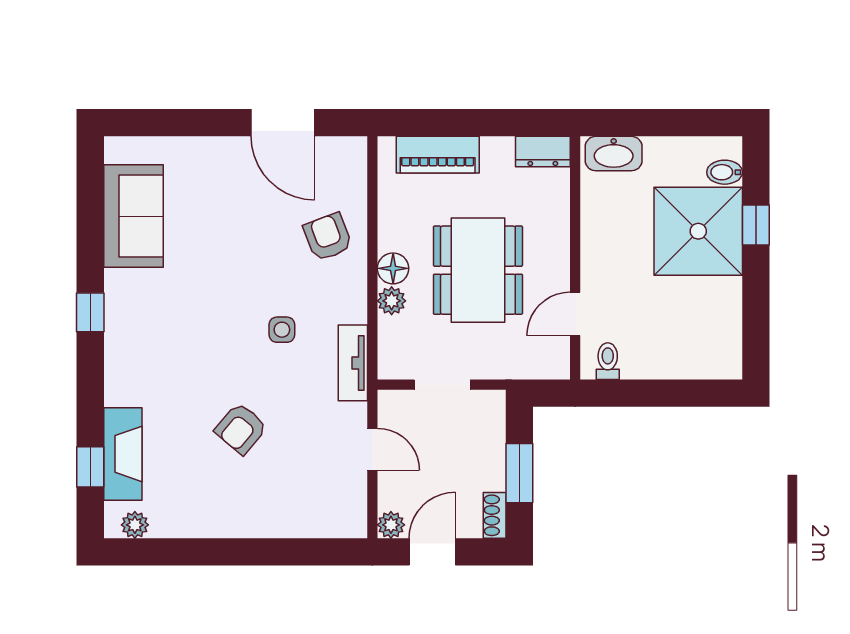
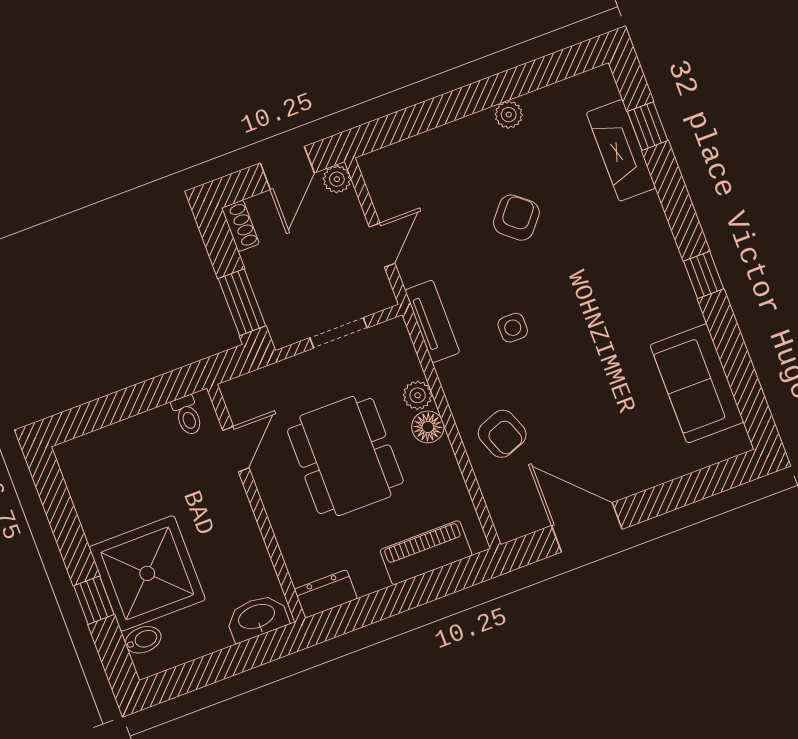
door: (372, 449) -> (382, 245), swing flipped
window: (519, 473) -> (242, 302), moved
plant: (135, 525) -> (509, 115), moved

